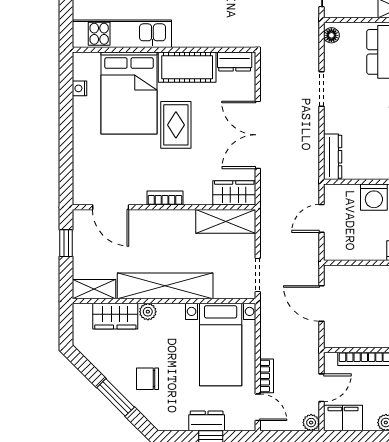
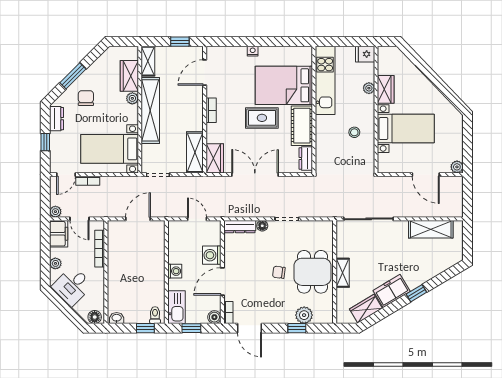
floor lamp: (331, 35) -> (262, 226), moved
nightstand: (80, 88) -> (253, 51), moved
dresser: (207, 421) -> (57, 119), moved

